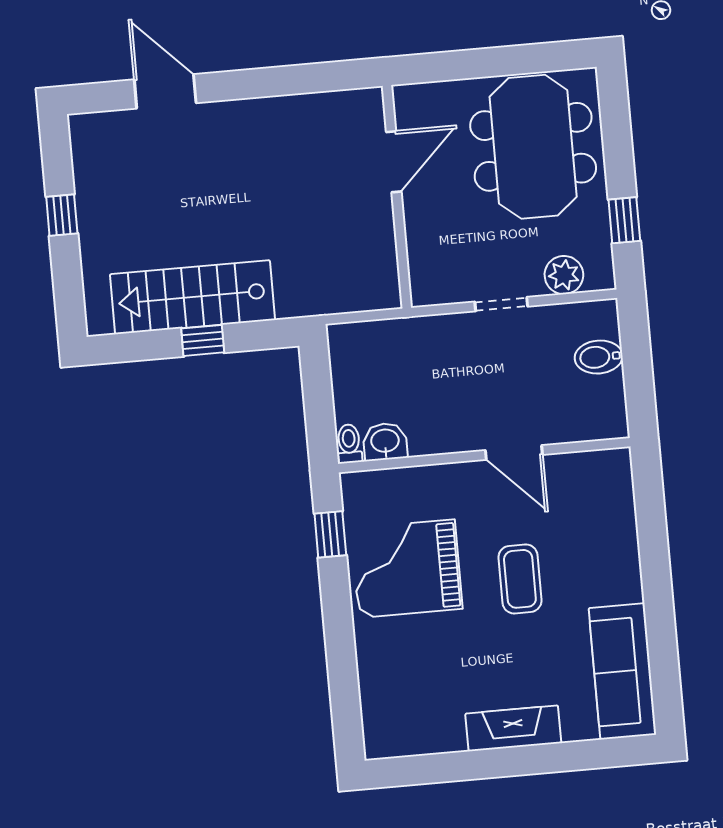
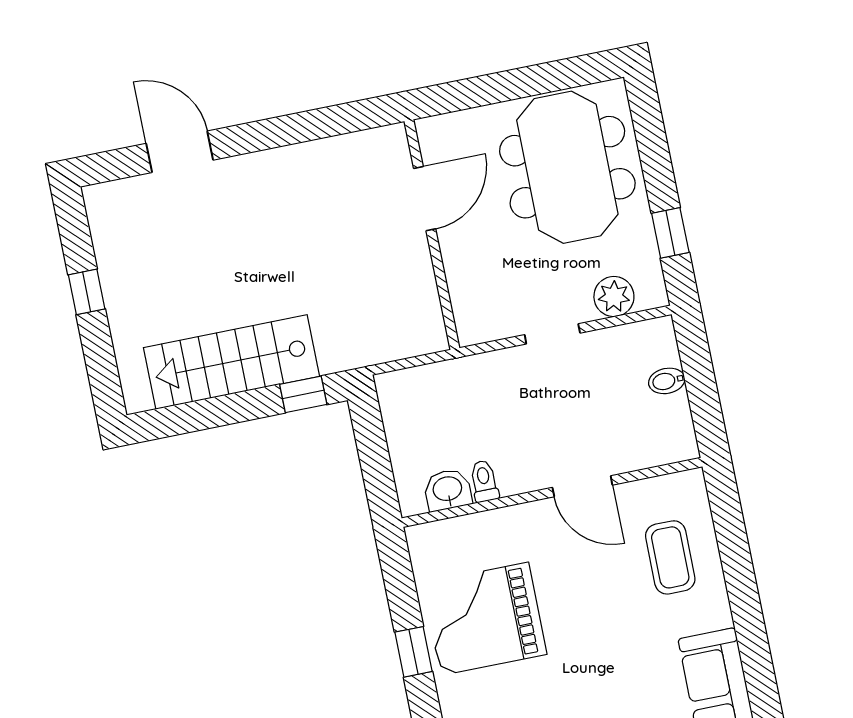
window: (203, 340) -> (303, 394), moved
bidet: (599, 357) -> (667, 381), width x0.72, depth x0.74
toilet: (349, 444) -> (484, 481), moved
window: (330, 534) -> (414, 652), moved
coffee table: (520, 579) -> (670, 557), moved

